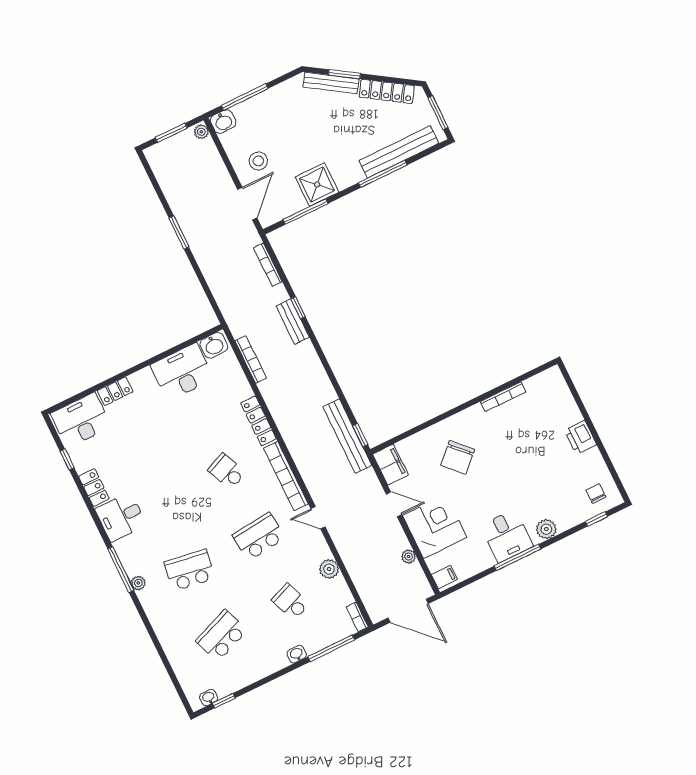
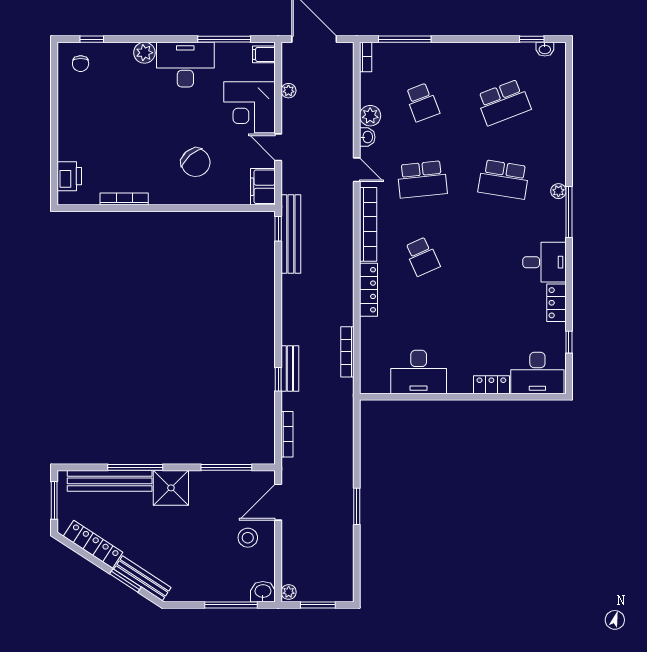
shower: (317, 185) -> (171, 488), moved
washbasin: (214, 345) -> (376, 383), removed
printer: (580, 437) -> (69, 176), moved
chair: (458, 457) -> (196, 162), turned 93
desk: (507, 536) -> (185, 65), width x1.37
window: (518, 557) -> (224, 39), moved
washbasin: (297, 654) -> (367, 137), moved, turned -90

